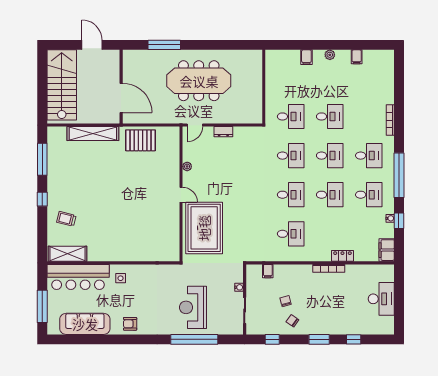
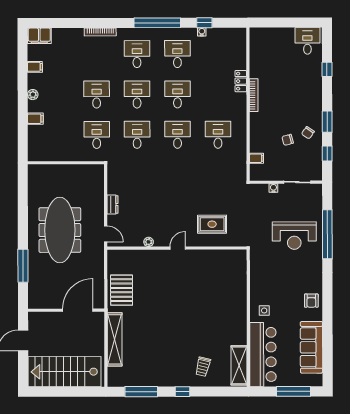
rug: (204, 228) -> (212, 224), width x0.54, depth x0.49
filing cabinet: (387, 250) -> (39, 36), moved
desk: (381, 299) -> (307, 41), moved, width x0.73
window: (319, 339) -> (327, 122), moved

